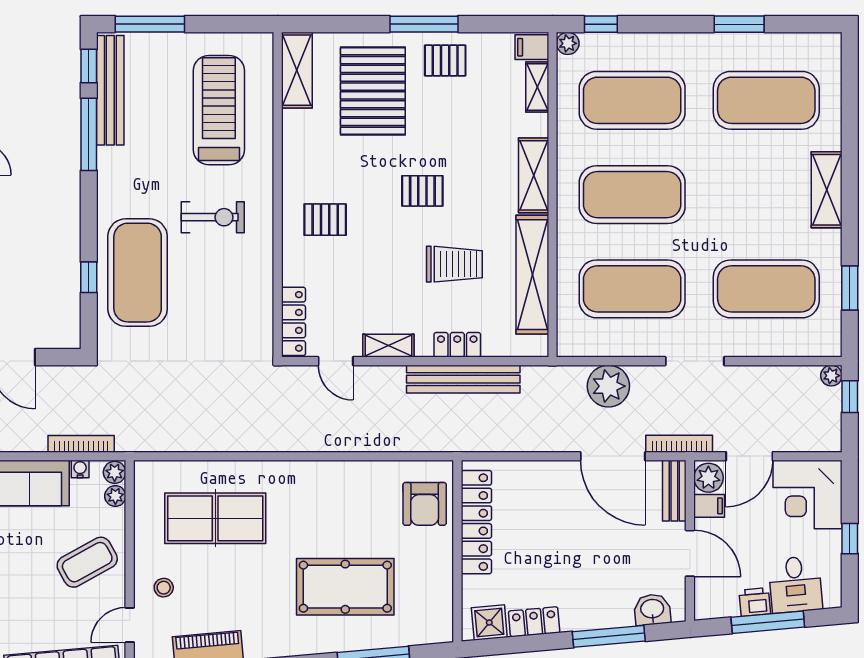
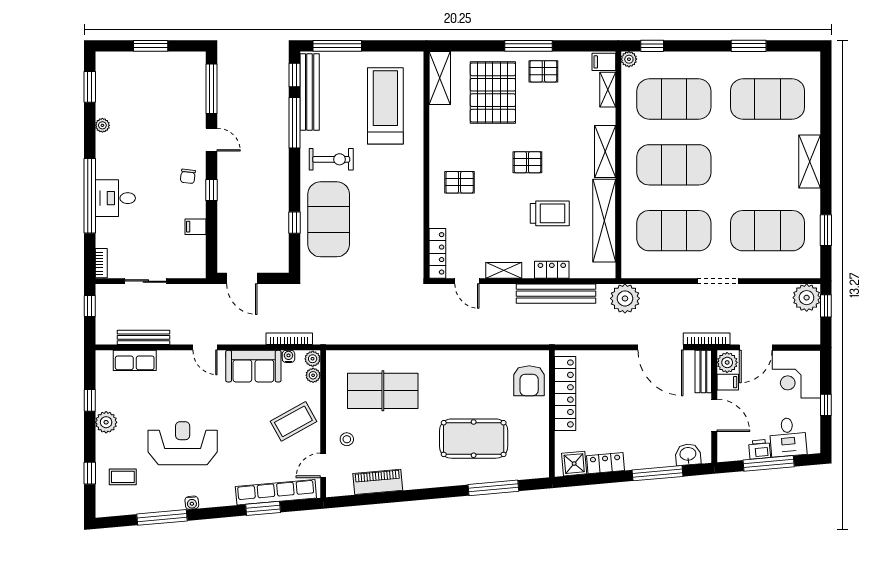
exercise bike: (213, 217) -> (331, 159), moved
plant: (831, 376) -> (807, 298), width x1.87, depth x1.87
plant: (608, 386) -> (625, 298), moved

